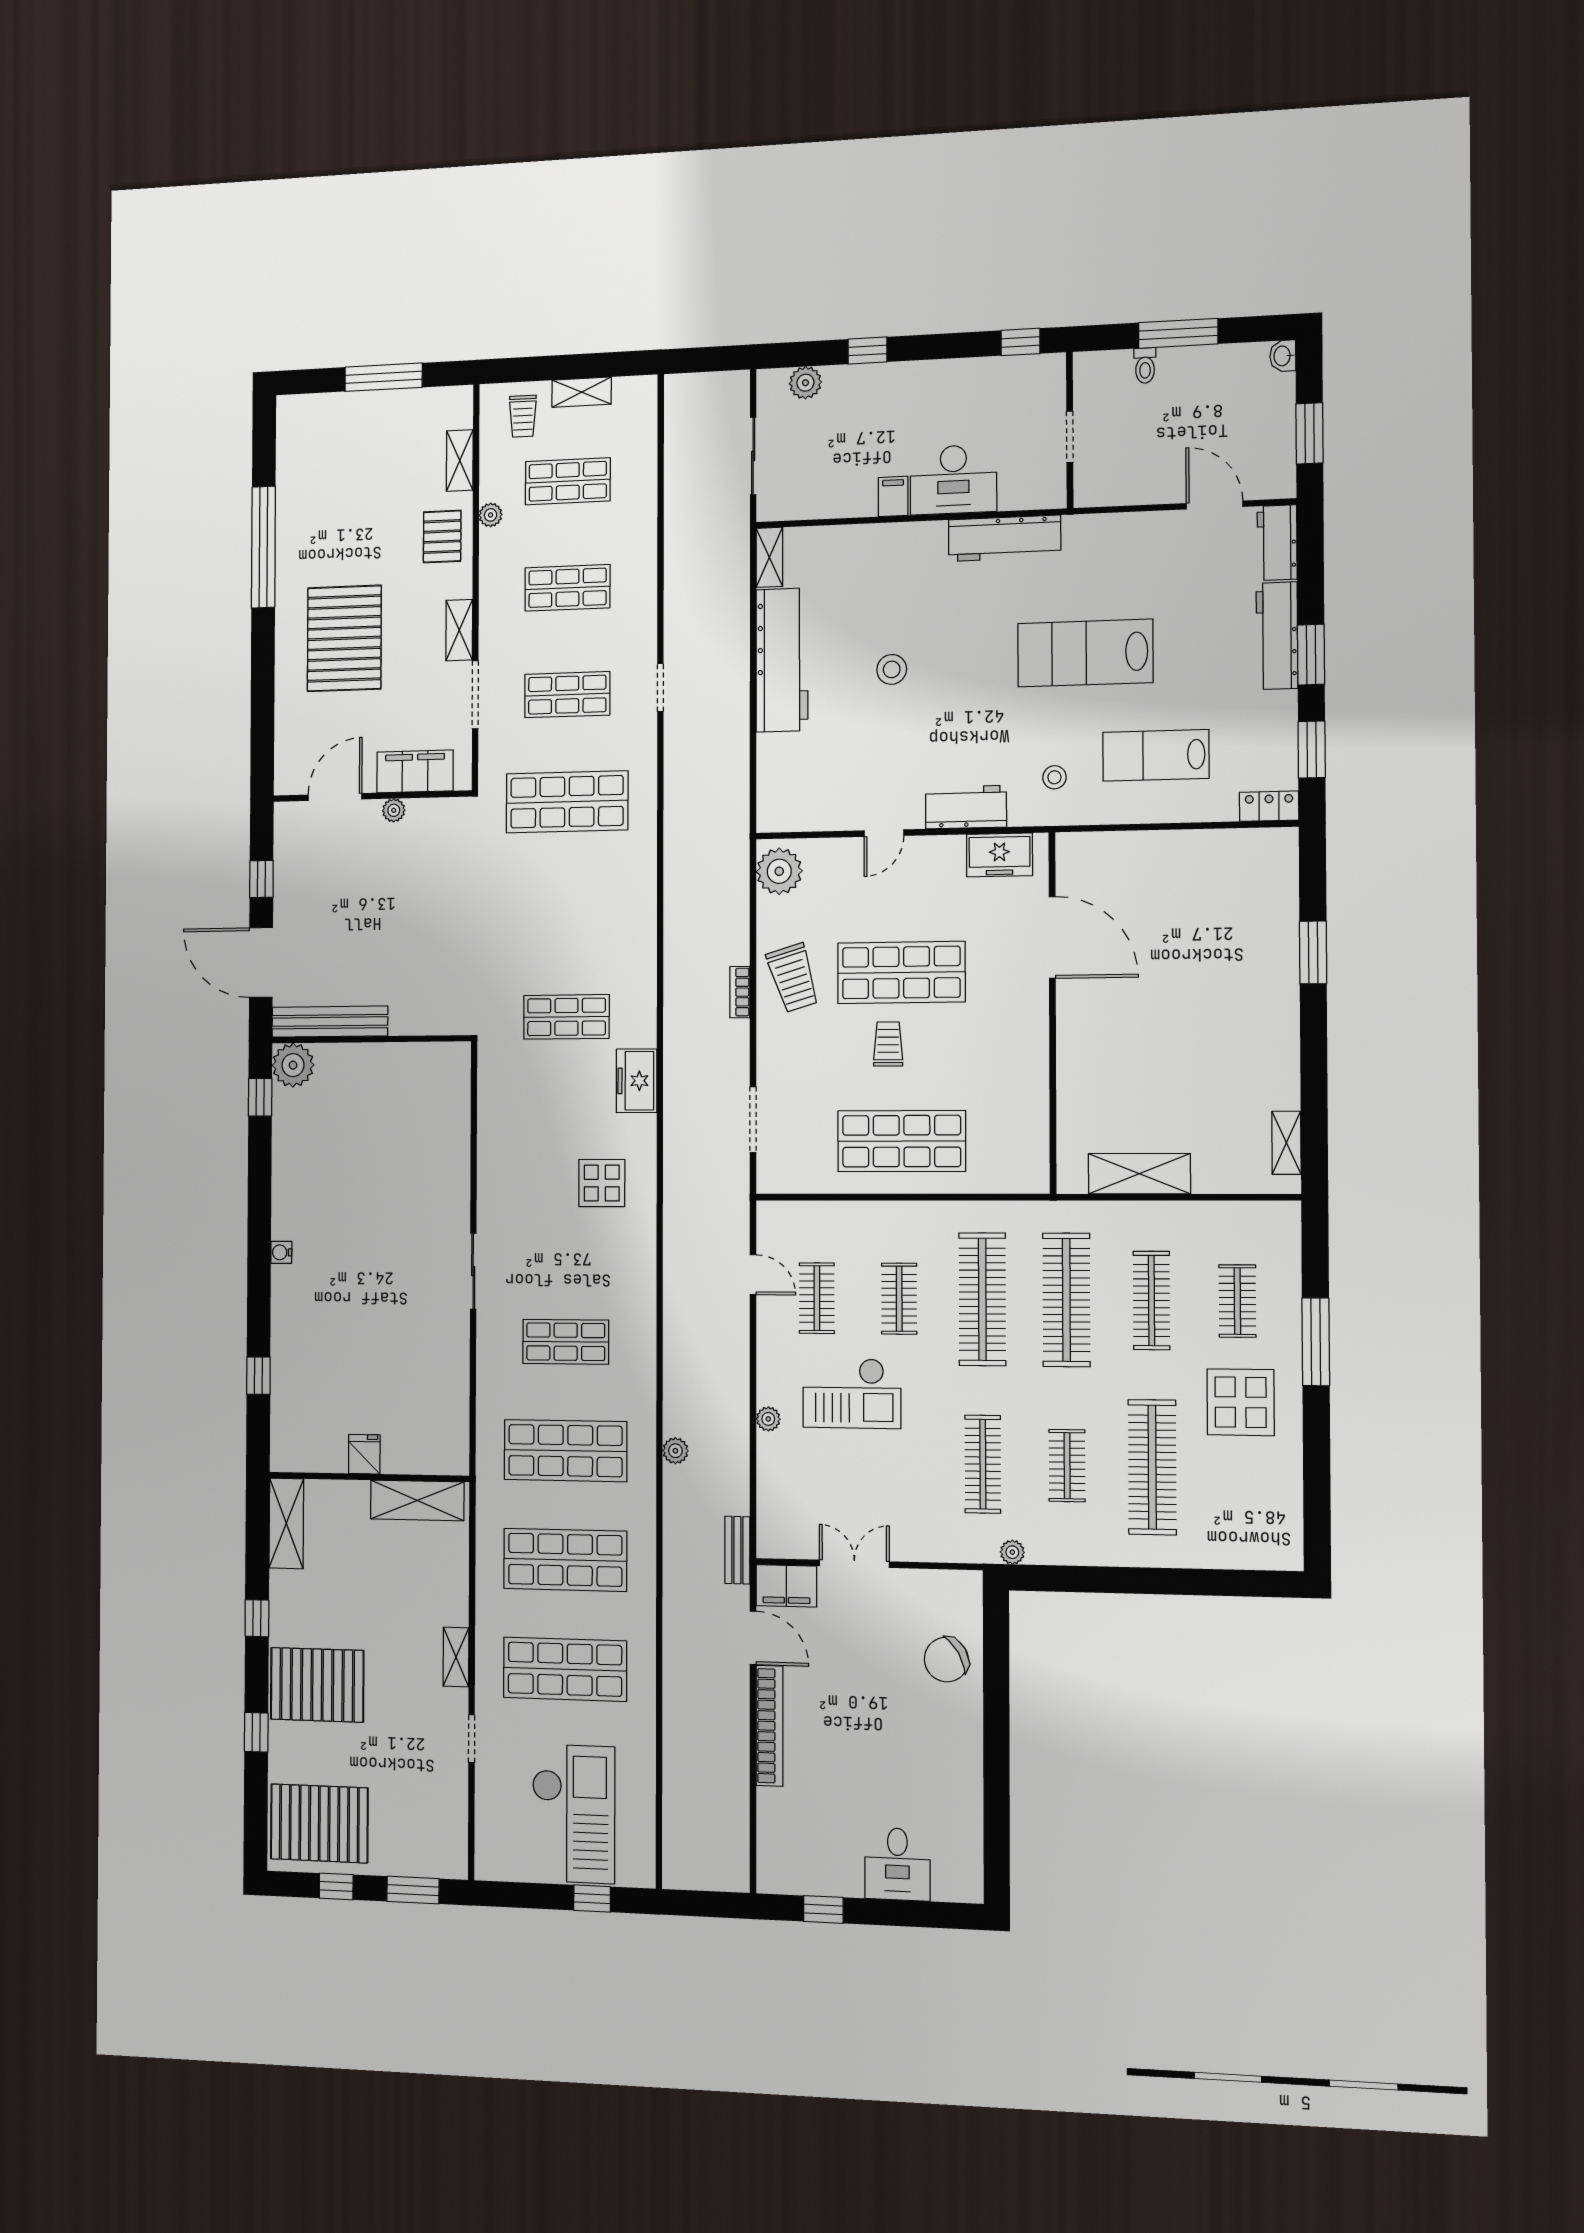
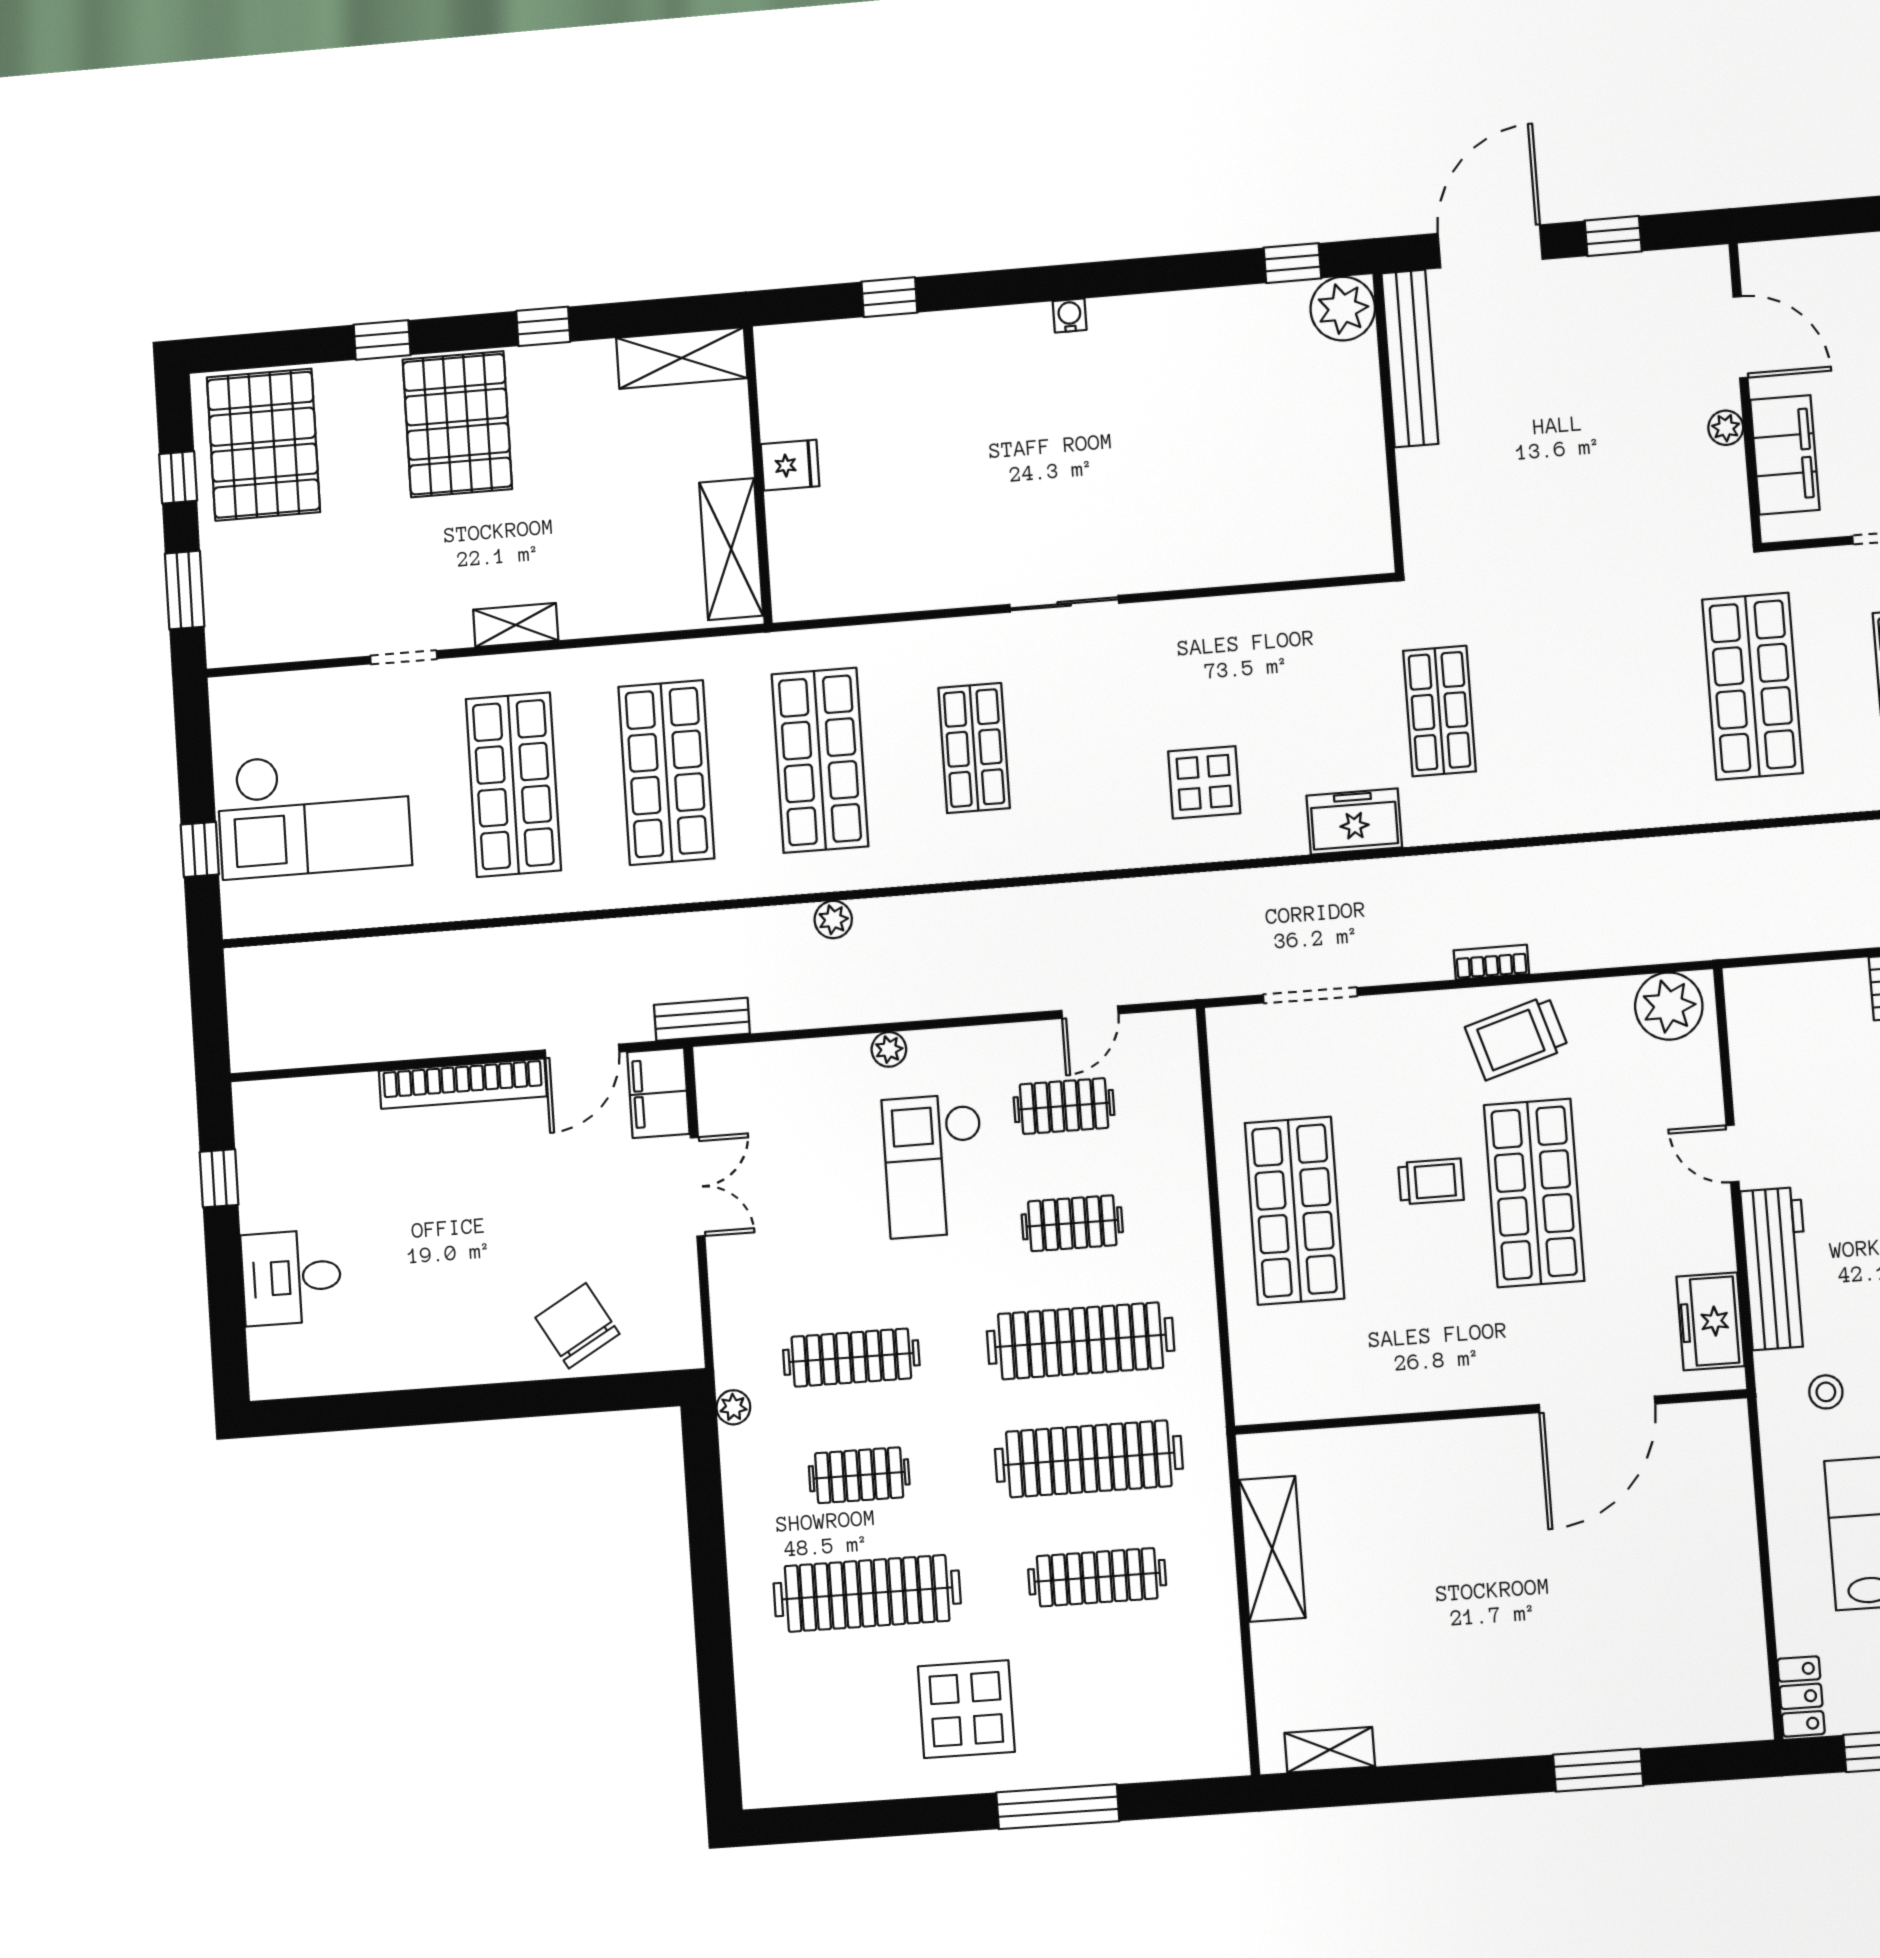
workbench: (966, 807) -> (1776, 1269), width x1.38
clothes rail: (1237, 1301) -> (1105, 1696), removed

